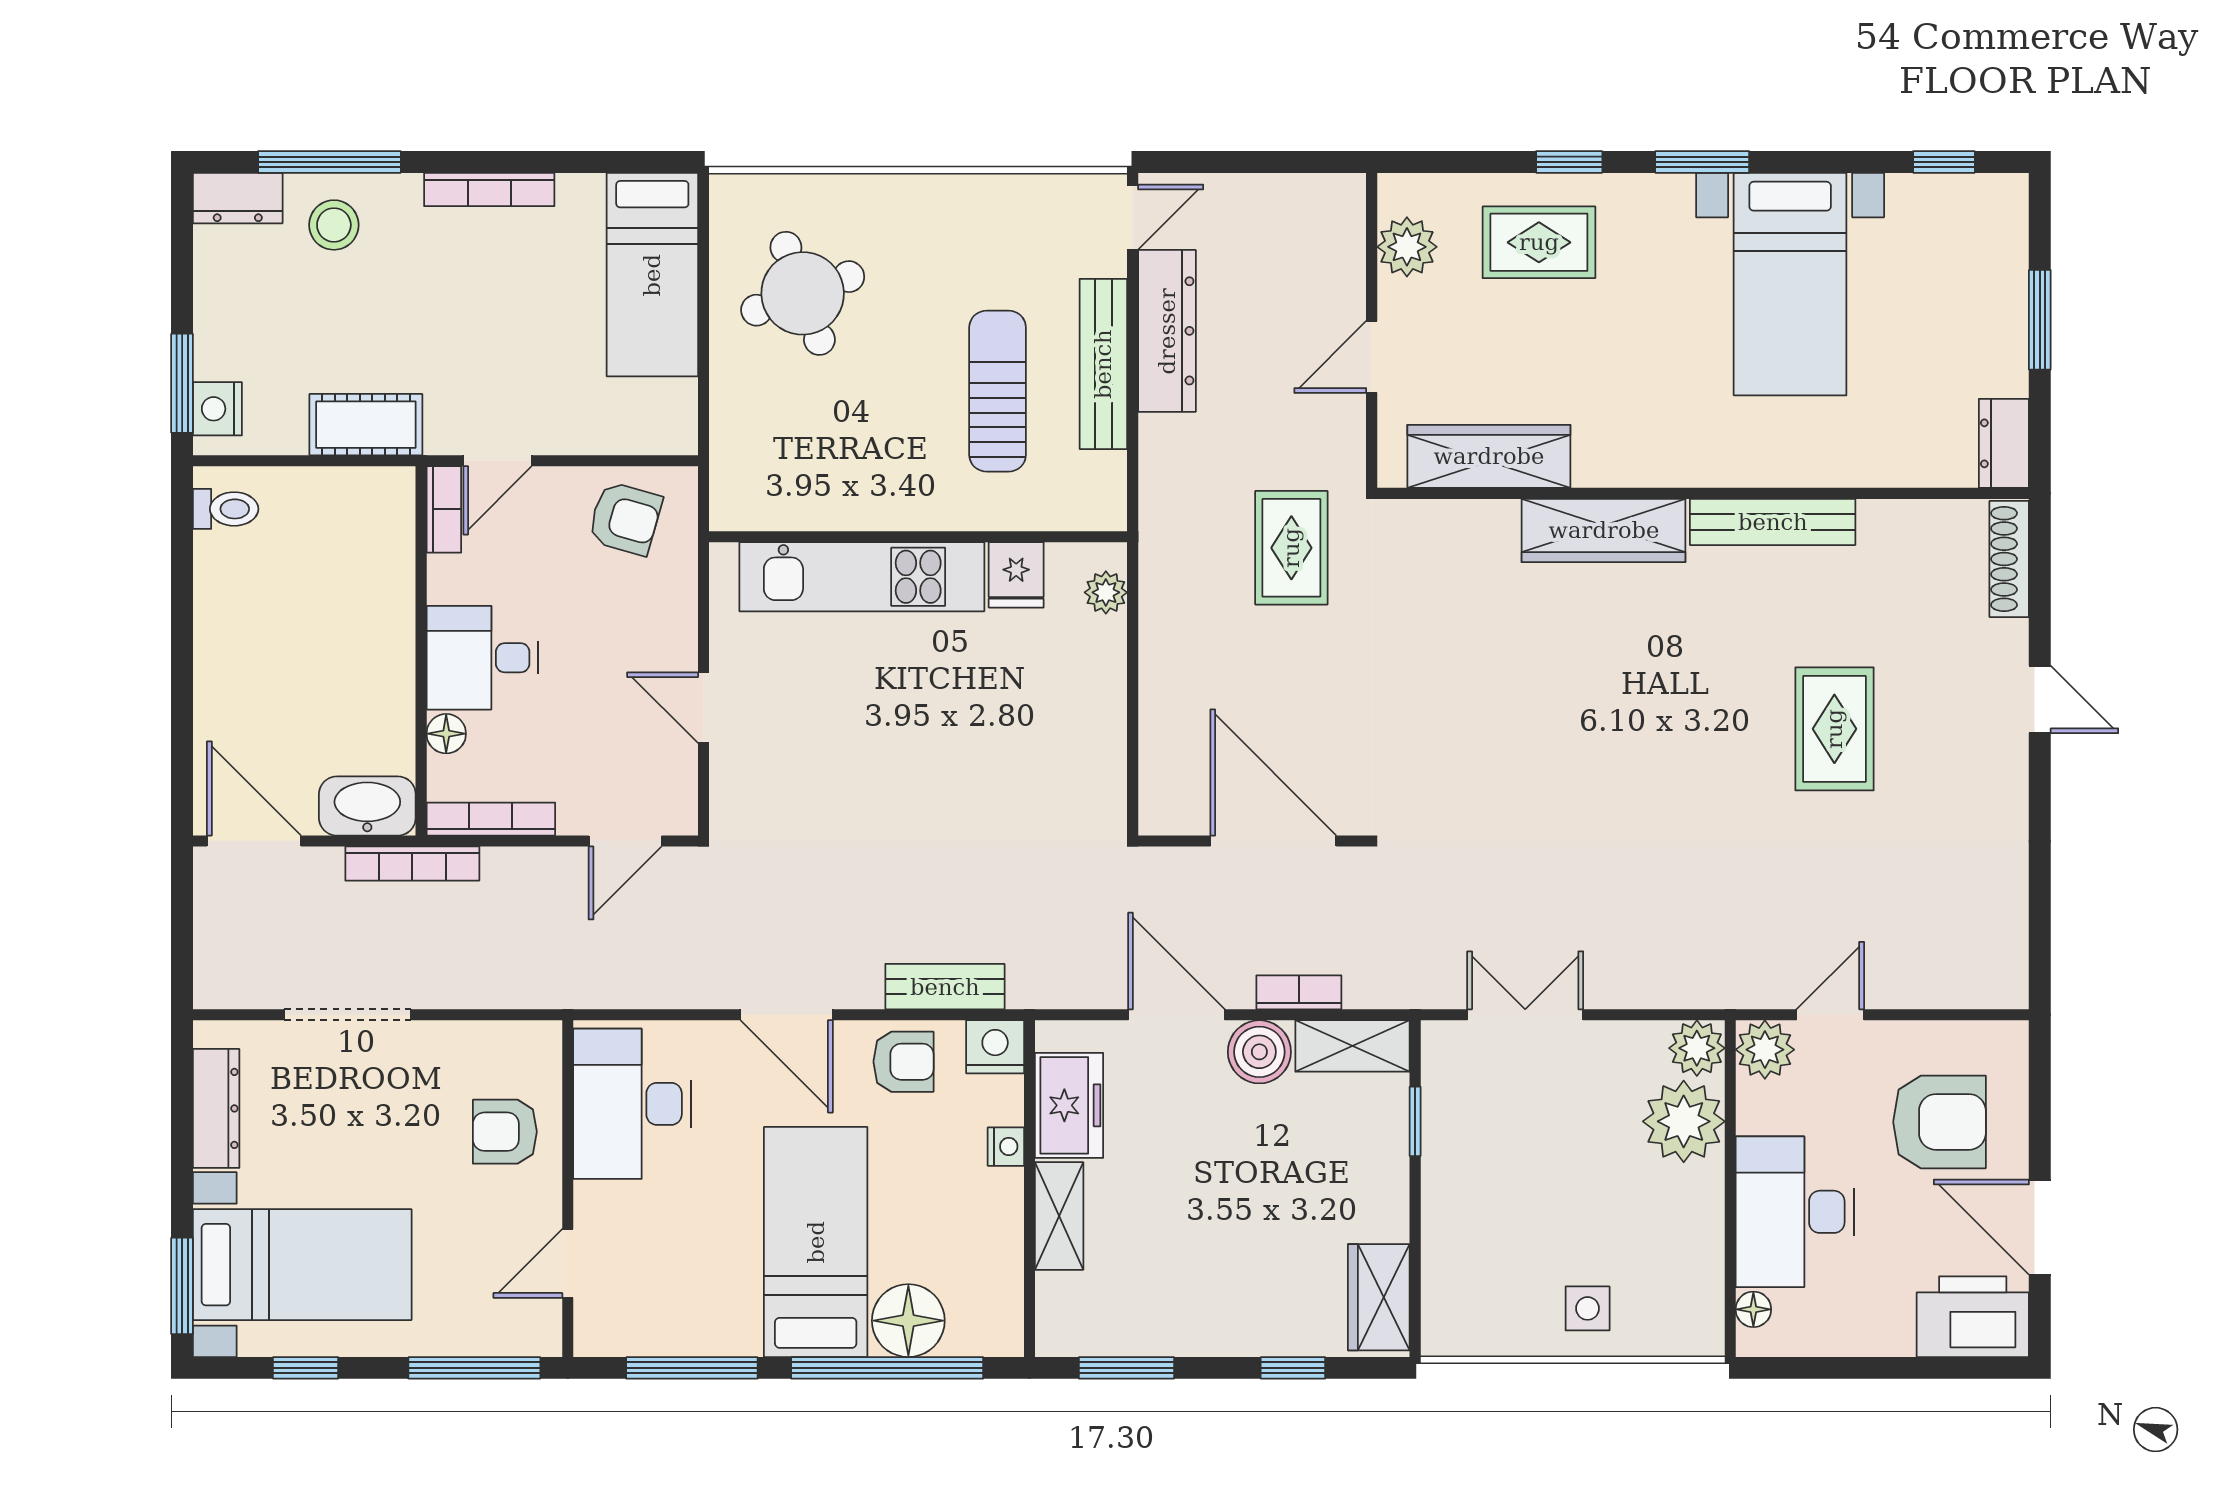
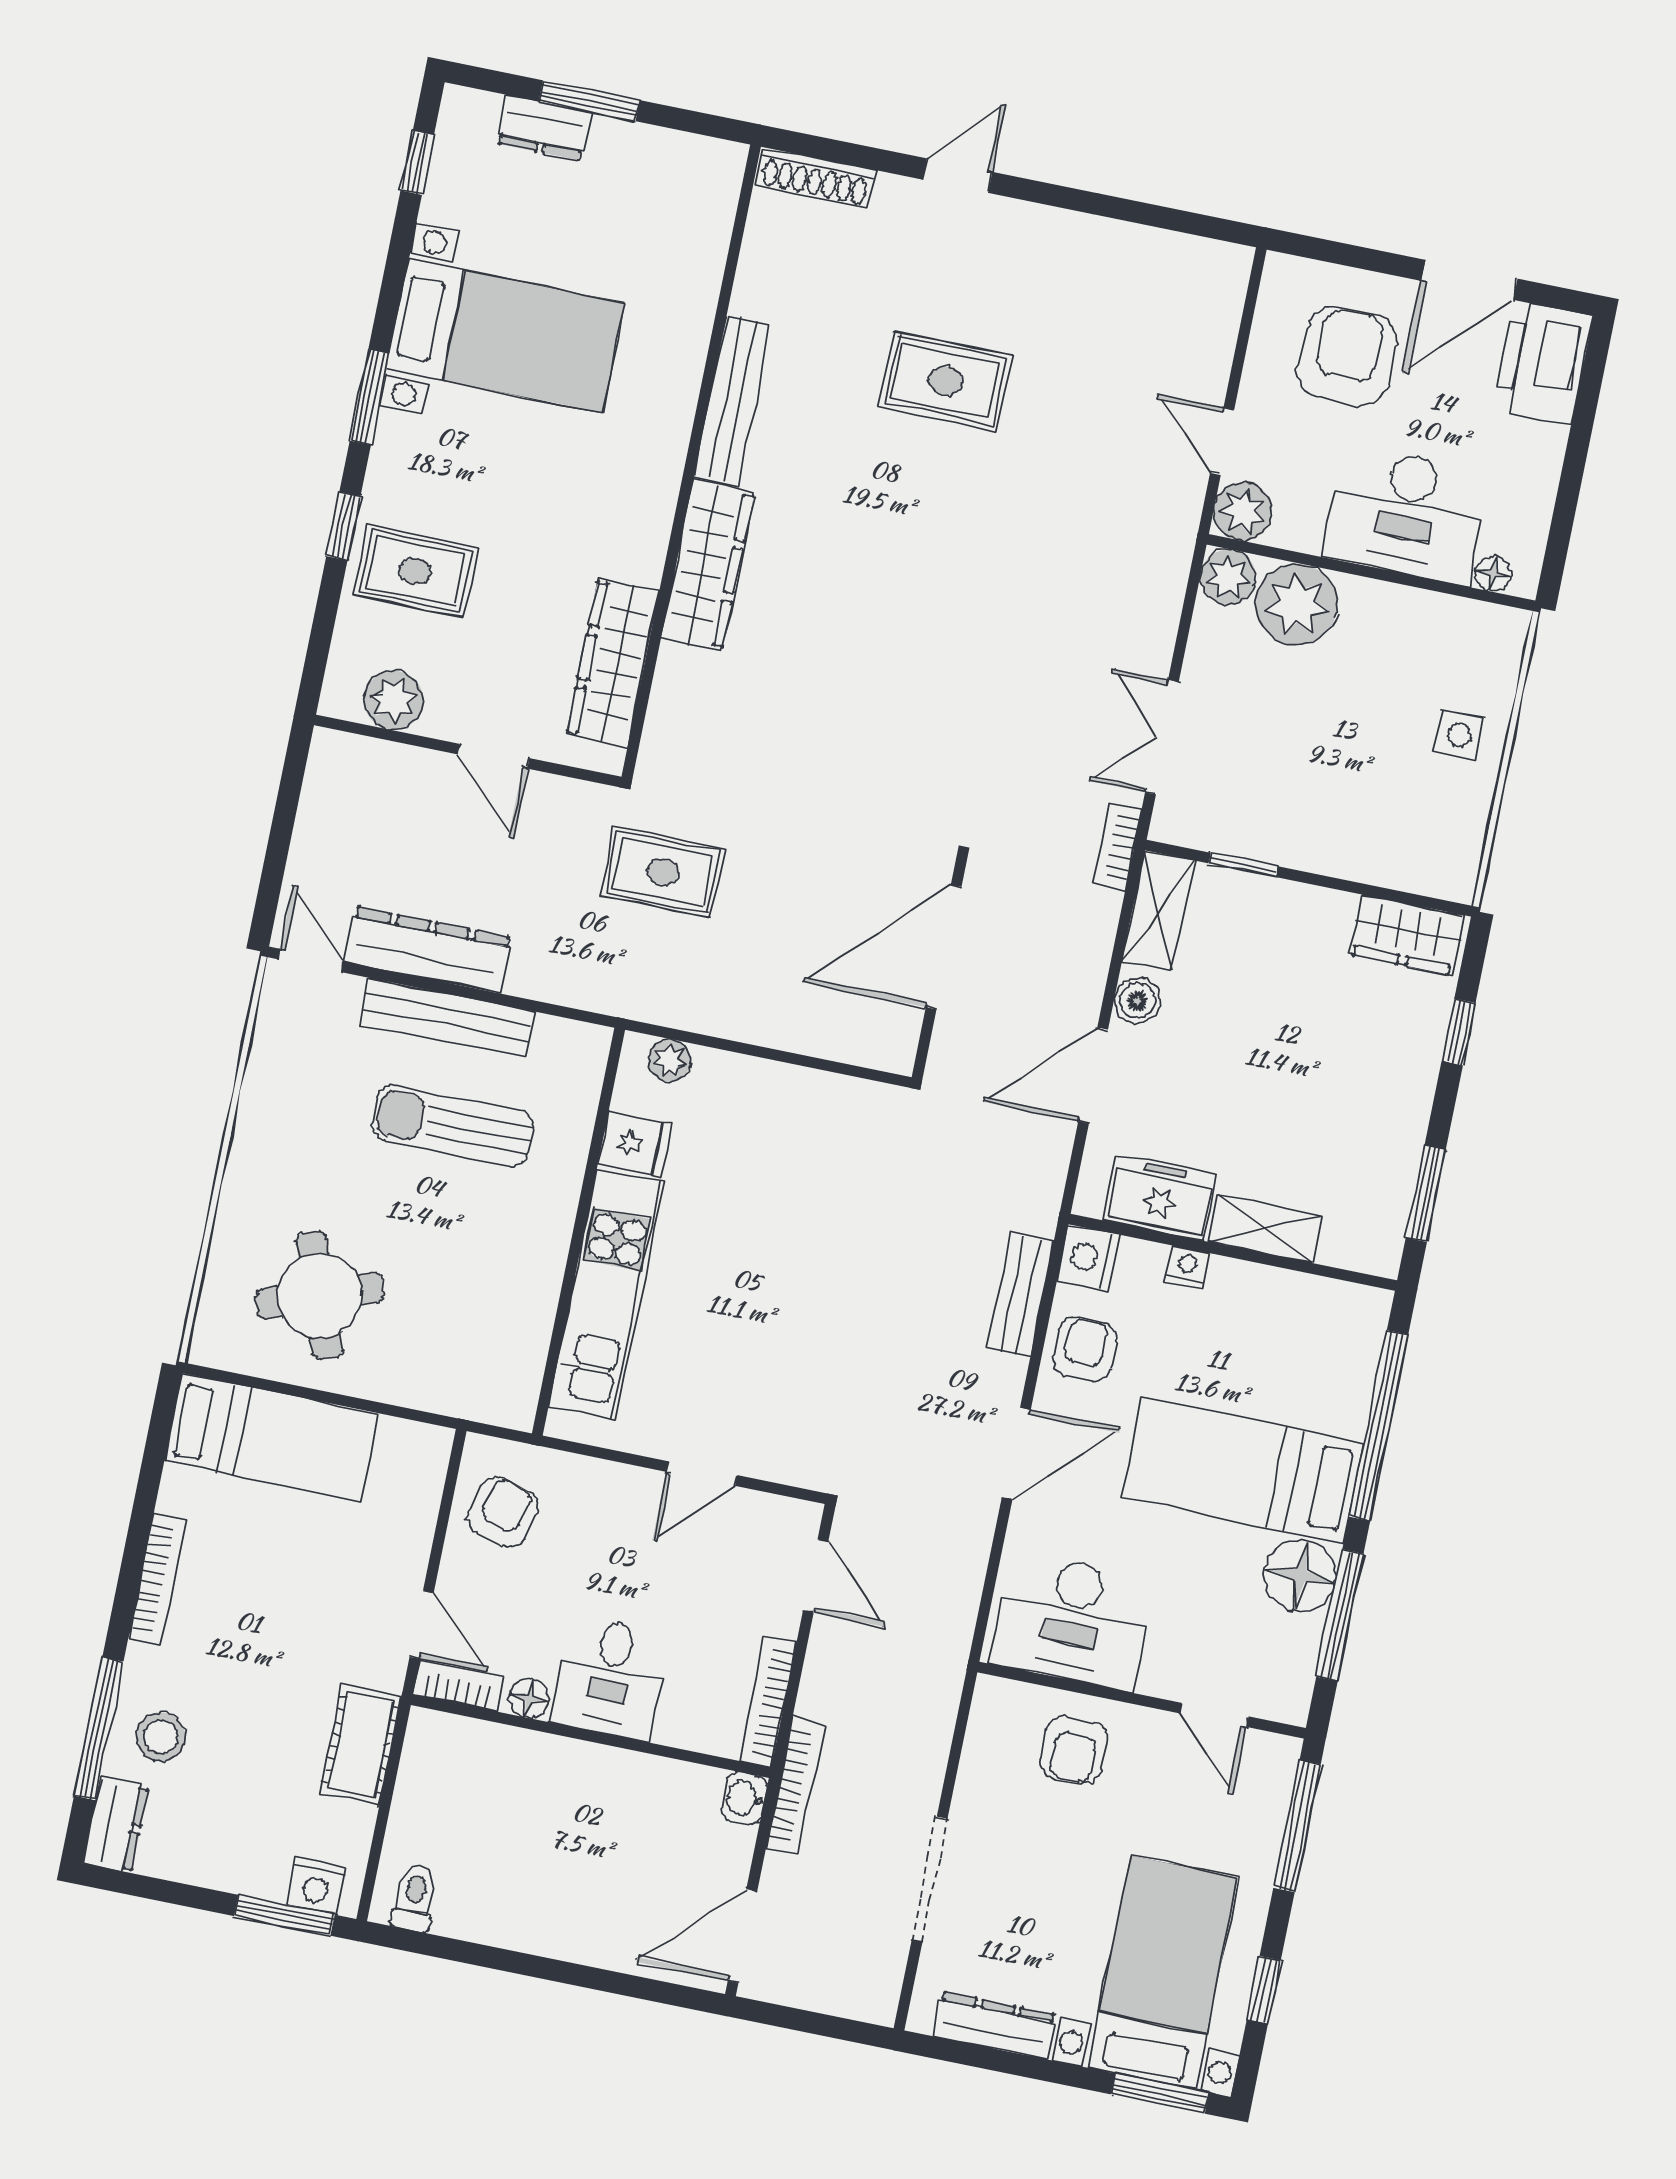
rug: (1539, 242) -> (415, 571), turned 90
dresser: (2004, 443) -> (544, 128), moved
floor lamp: (446, 734) -> (529, 1698), moved
washbasin: (367, 806) -> (744, 1798), width x0.52, depth x0.69
bookcase: (1299, 992) -> (1117, 846), moved
boiler: (1259, 1052) -> (1137, 1001), width x0.73, depth x0.73
floor lamp: (908, 1321) -> (1300, 1575), moved

